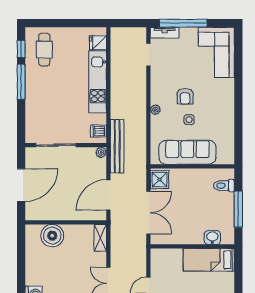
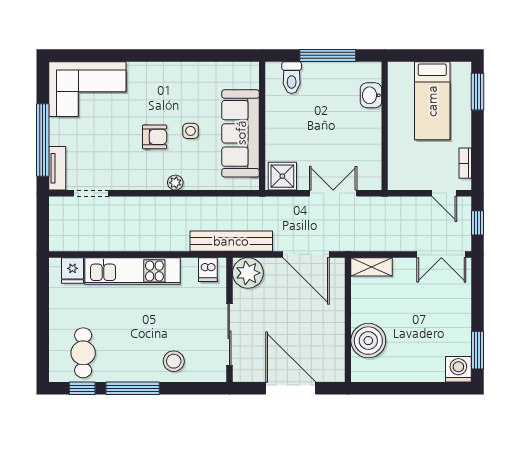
cafe table: (44, 50) -> (83, 353), turned 90
stool: (39, 109) -> (174, 361), added
plant: (101, 152) -> (248, 273), width x1.88, depth x1.88
double door: (148, 213) -> (333, 193), width x0.73
bed: (209, 260) -> (432, 101), moved

